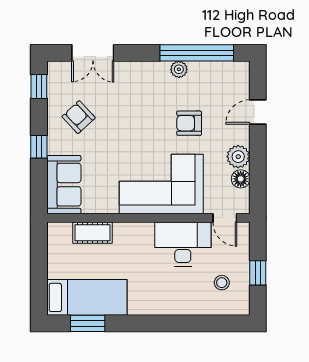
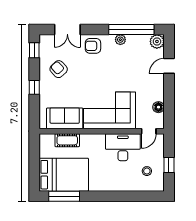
armchair: (189, 123) -> (93, 46), moved
plant: (238, 157) -> (157, 41), moved
sofa: (64, 185) -> (65, 118), moved, turned -90
door: (225, 218) -> (149, 131), hinge flipped
bed: (87, 297) -> (64, 175), width x1.50
window: (88, 323) -> (64, 196), width x1.44

